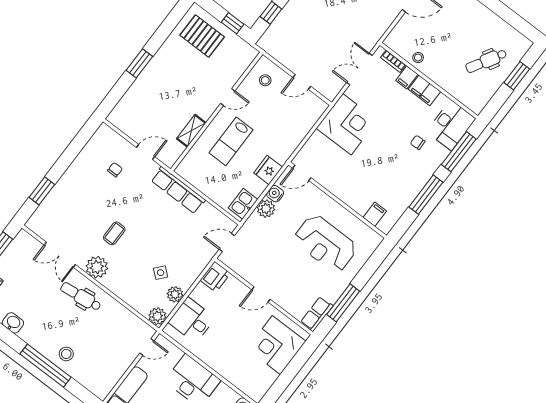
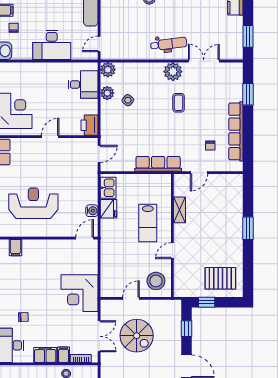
spiral stairs: (323, 42) -> (137, 336), added
stool: (265, 80) -> (156, 281), width x1.89, depth x1.89
lab bench: (231, 141) -> (148, 223), turned 180
row of seats: (81, 164) -> (236, 131), added
fridge: (268, 170) -> (109, 209), moved
plant: (266, 209) -> (90, 196), removed

